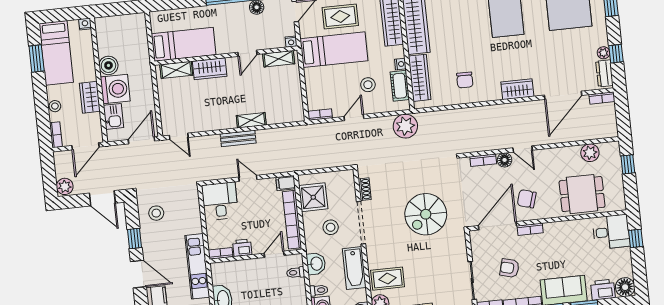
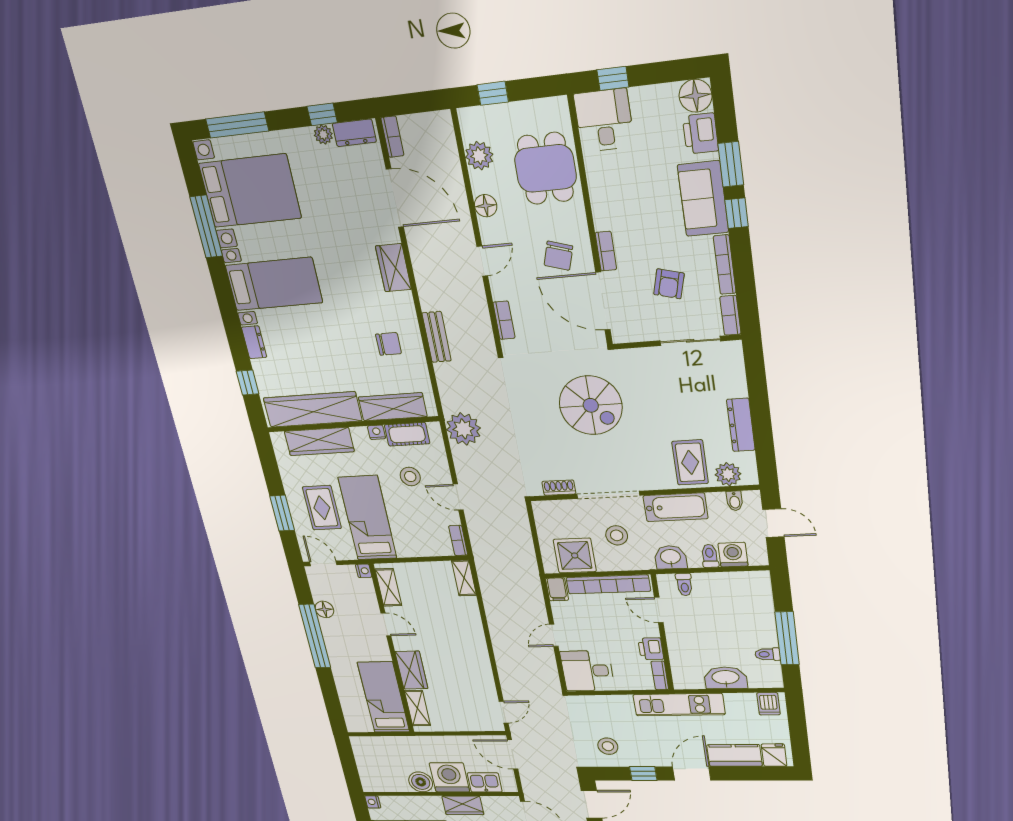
shelving: (251, 120) -> (464, 578), moved
bench: (238, 138) -> (437, 337), moved
floor lamp: (505, 160) -> (486, 206), moved

